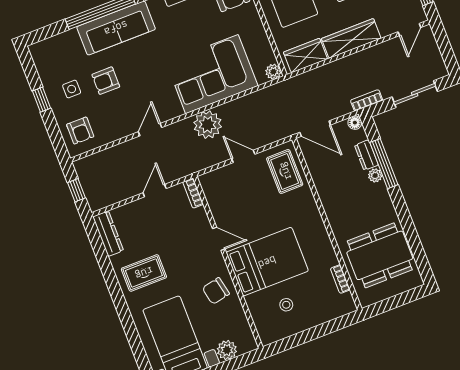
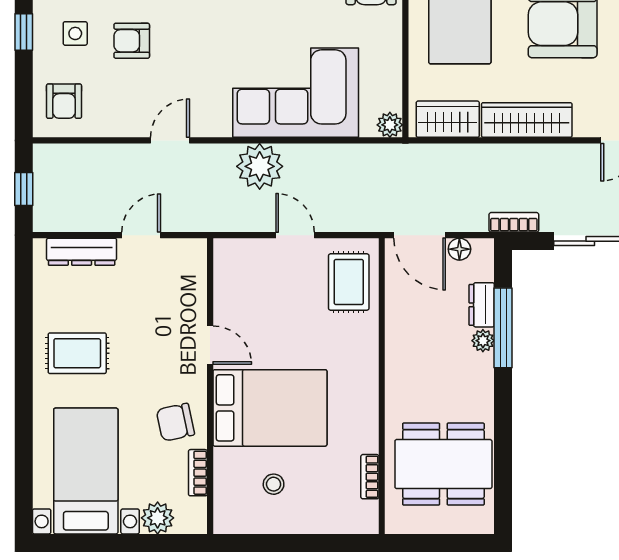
floor lamp: (355, 123) -> (459, 249), moved
bookcase: (193, 193) -> (198, 473), moved
dresser: (108, 234) -> (82, 252), moved, turned 90

